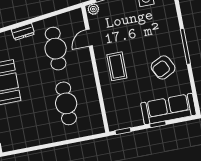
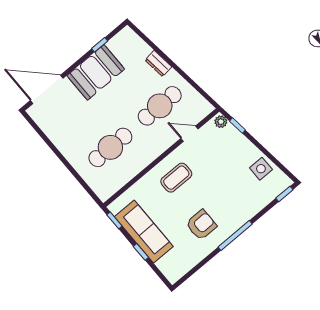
armchair: (163, 67) -> (201, 225), turned 117
sofa: (169, 109) -> (144, 232), moved

